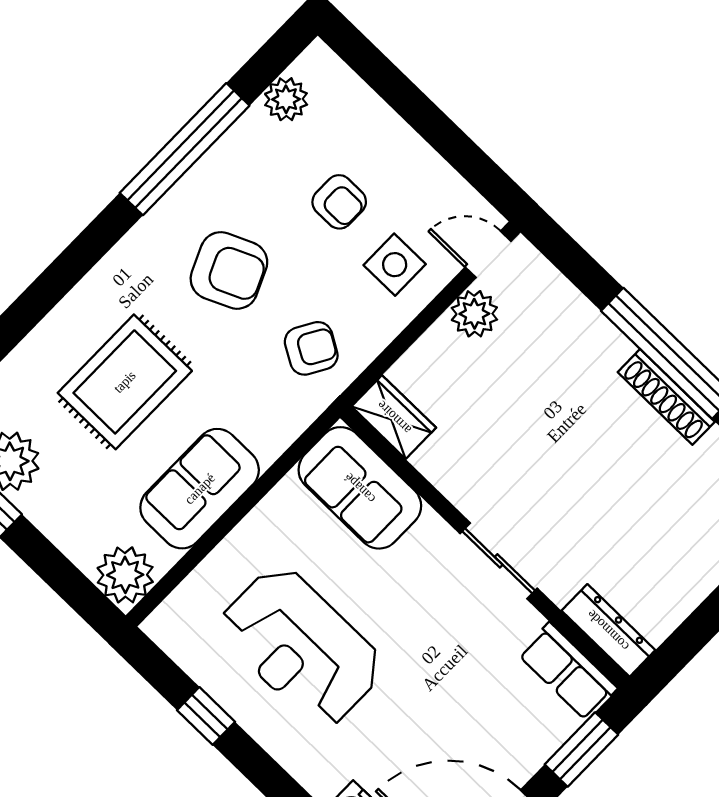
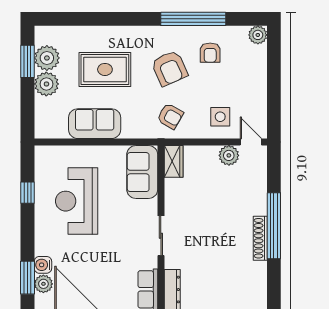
plant: (286, 99) -> (258, 35), moved
armchair: (339, 202) -> (210, 53), moved
plant: (125, 575) -> (46, 84), moved

